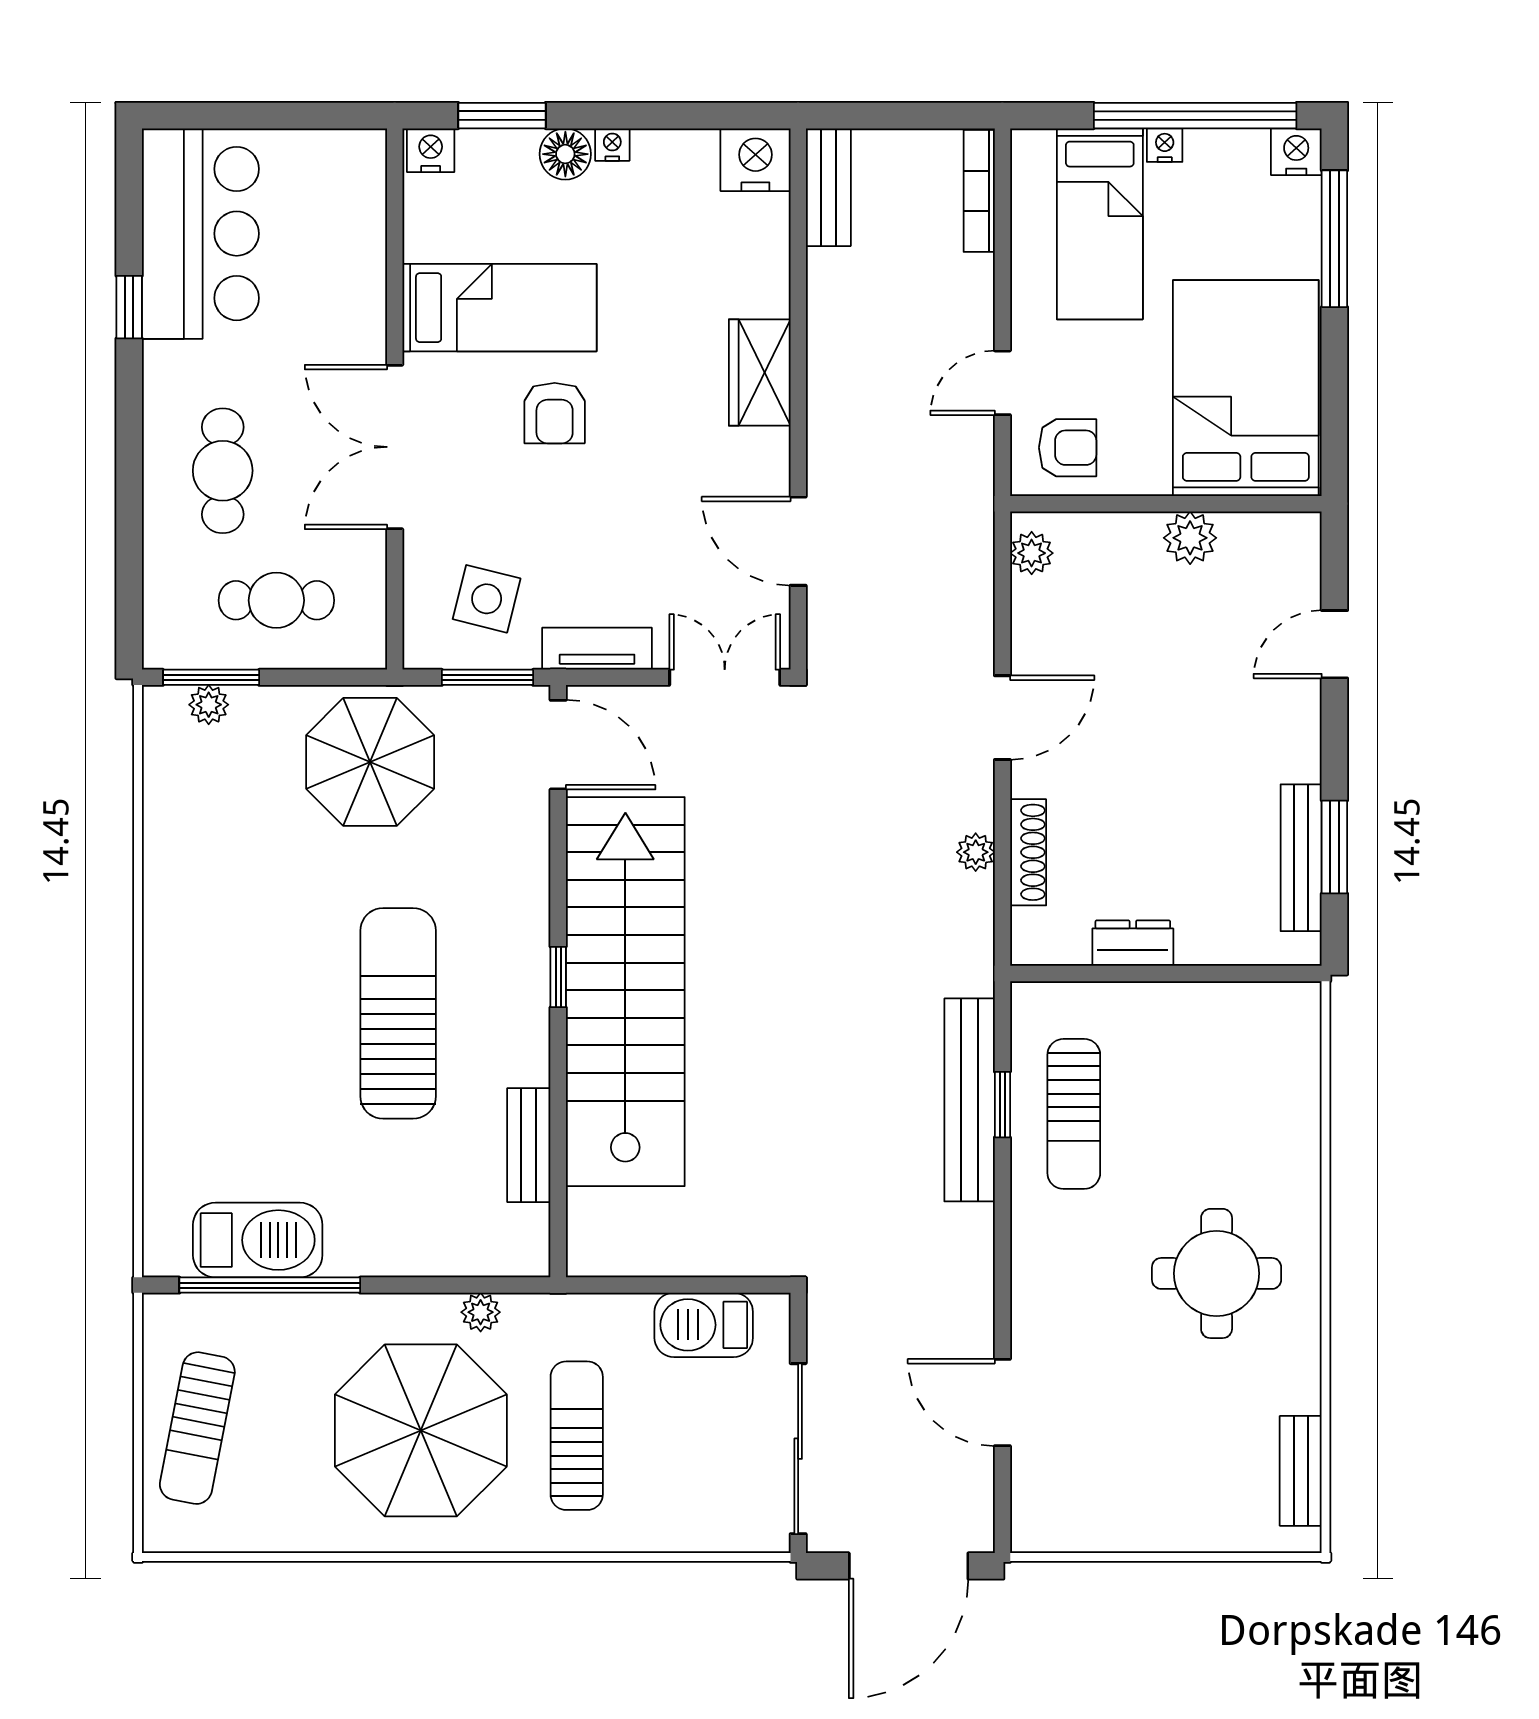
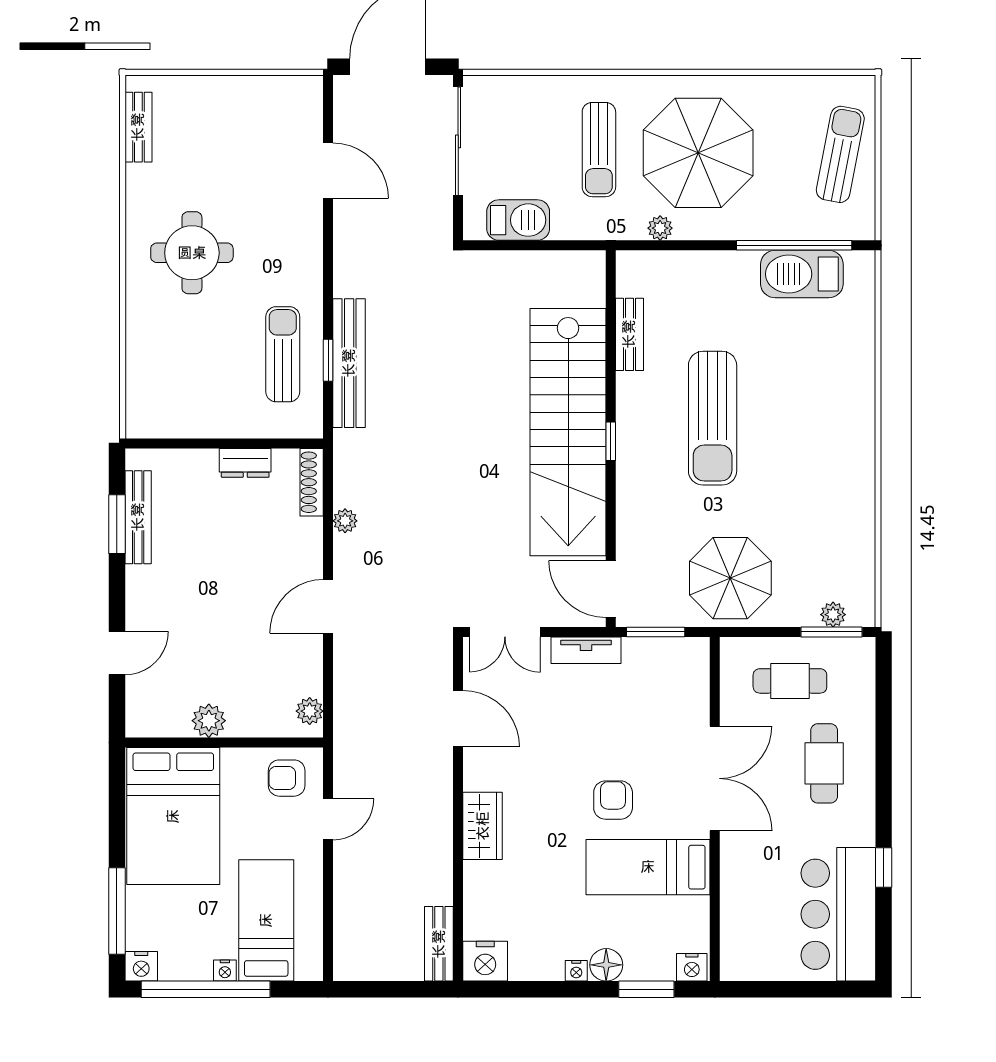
bookcase: (979, 191) -> (343, 941), removed
side table: (487, 599) -> (656, 682), removed
shoe rack: (1028, 852) -> (312, 482), moved

